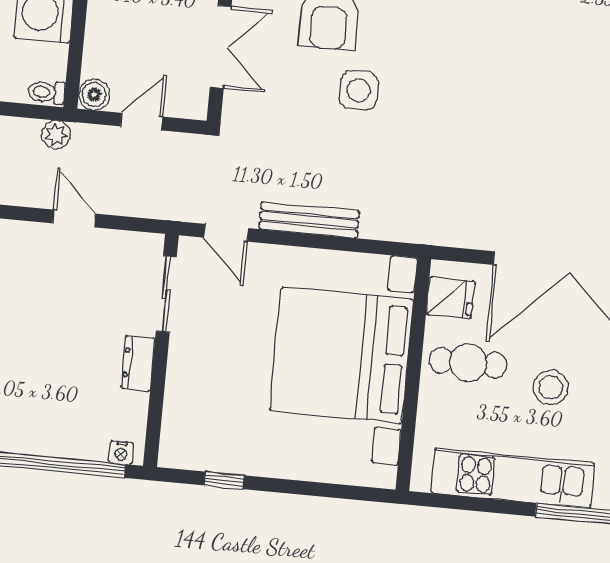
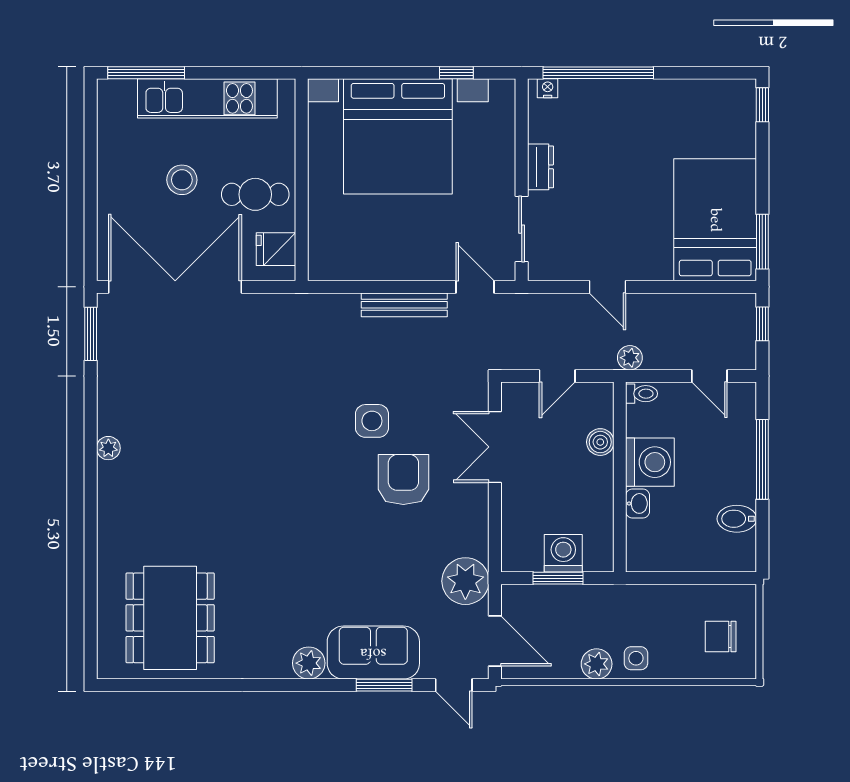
boiler: (94, 95) -> (600, 442), moved
bed with nightstands: (342, 355) -> (398, 136), moved, turned 90

